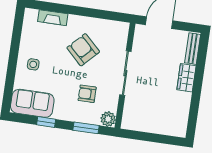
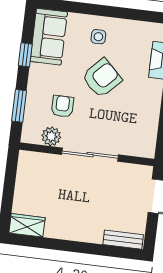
armchair: (83, 50) -> (102, 78), moved
wardrobe: (186, 78) -> (27, 225), moved
plant: (108, 119) -> (51, 136), moved

